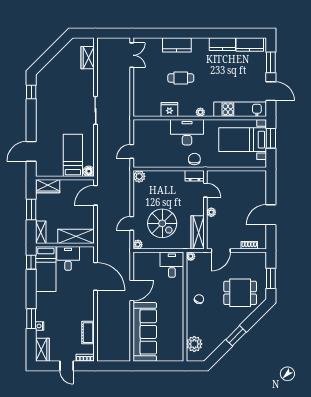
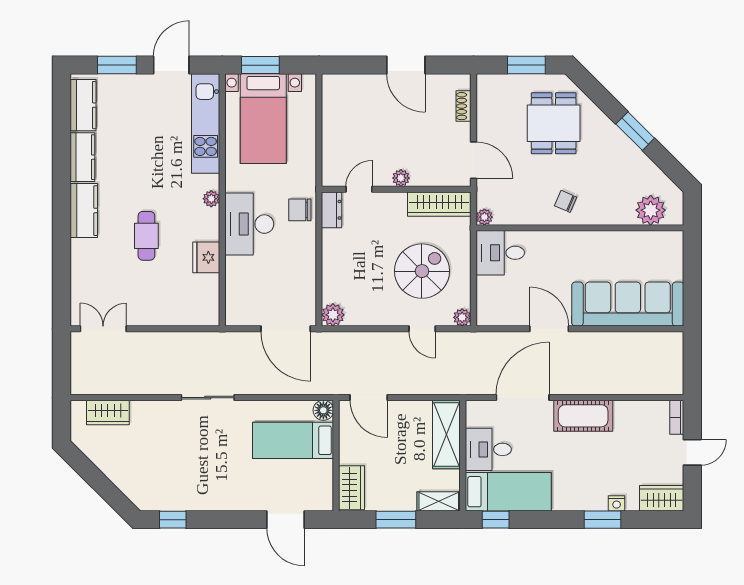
kitchen counter: (177, 45) -> (84, 211), moved
door: (132, 151) -> (286, 329), width x1.88
cot: (88, 333) -> (583, 416), moved, width x1.37, depth x1.34

